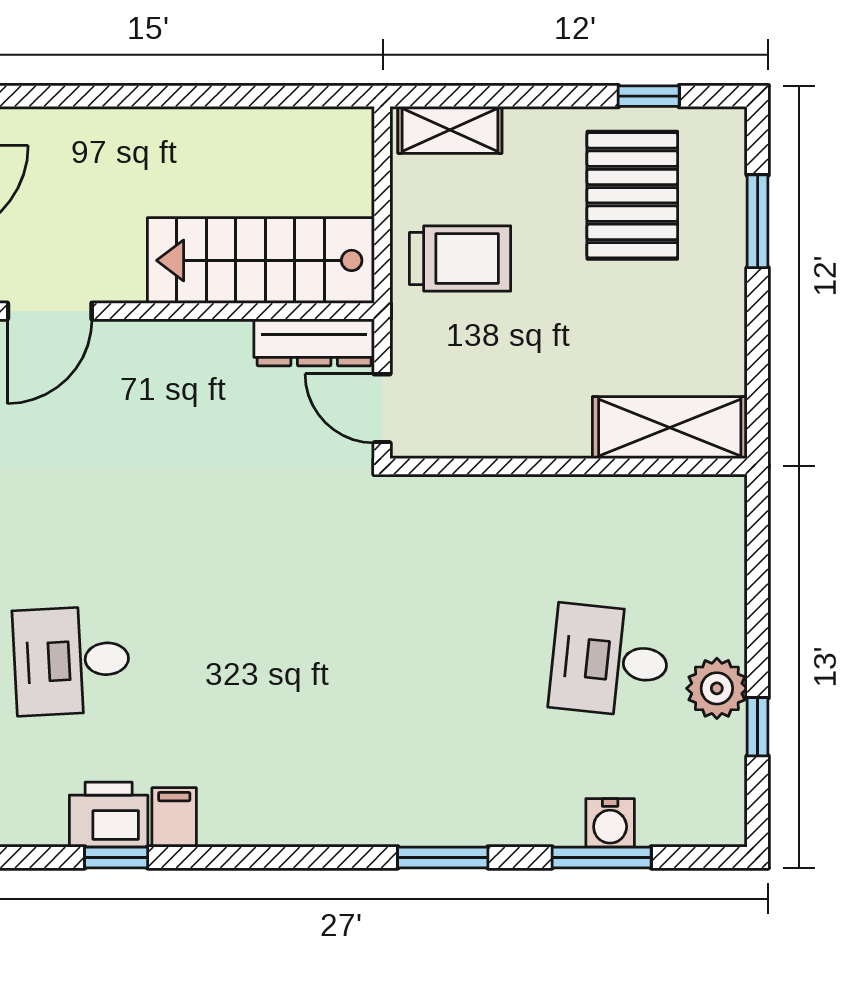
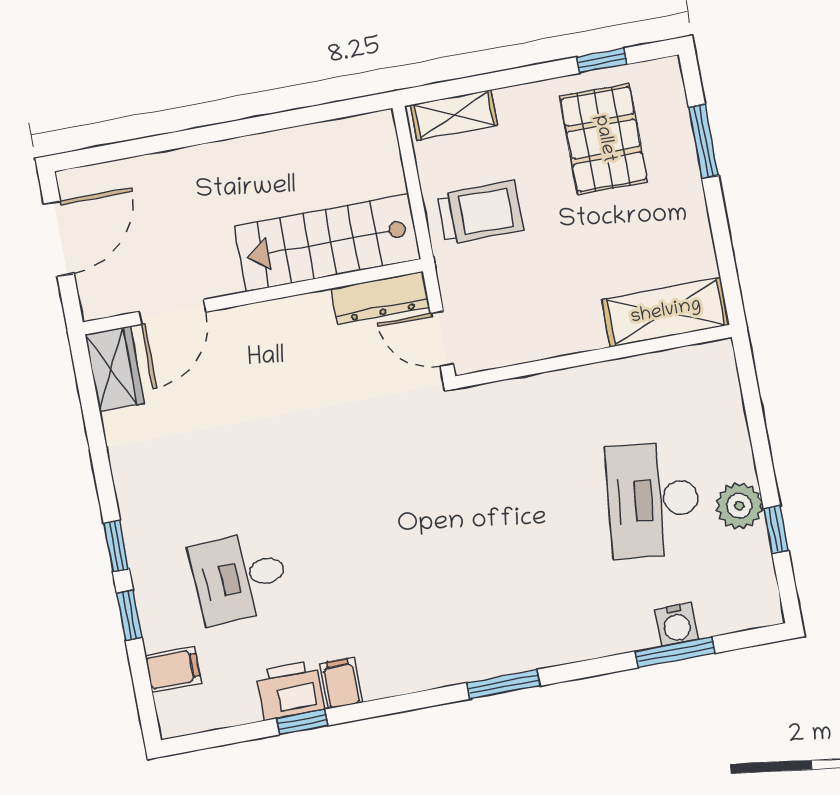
desk: (610, 661) -> (653, 500), width x1.37
window: (443, 857) -> (503, 684), moved

